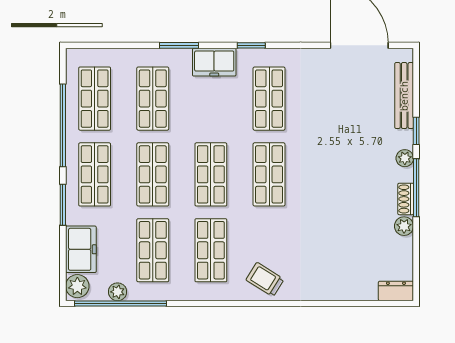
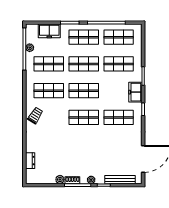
plant: (77, 286) -> (32, 29), removed
dresser: (396, 291) -> (30, 161), moved

